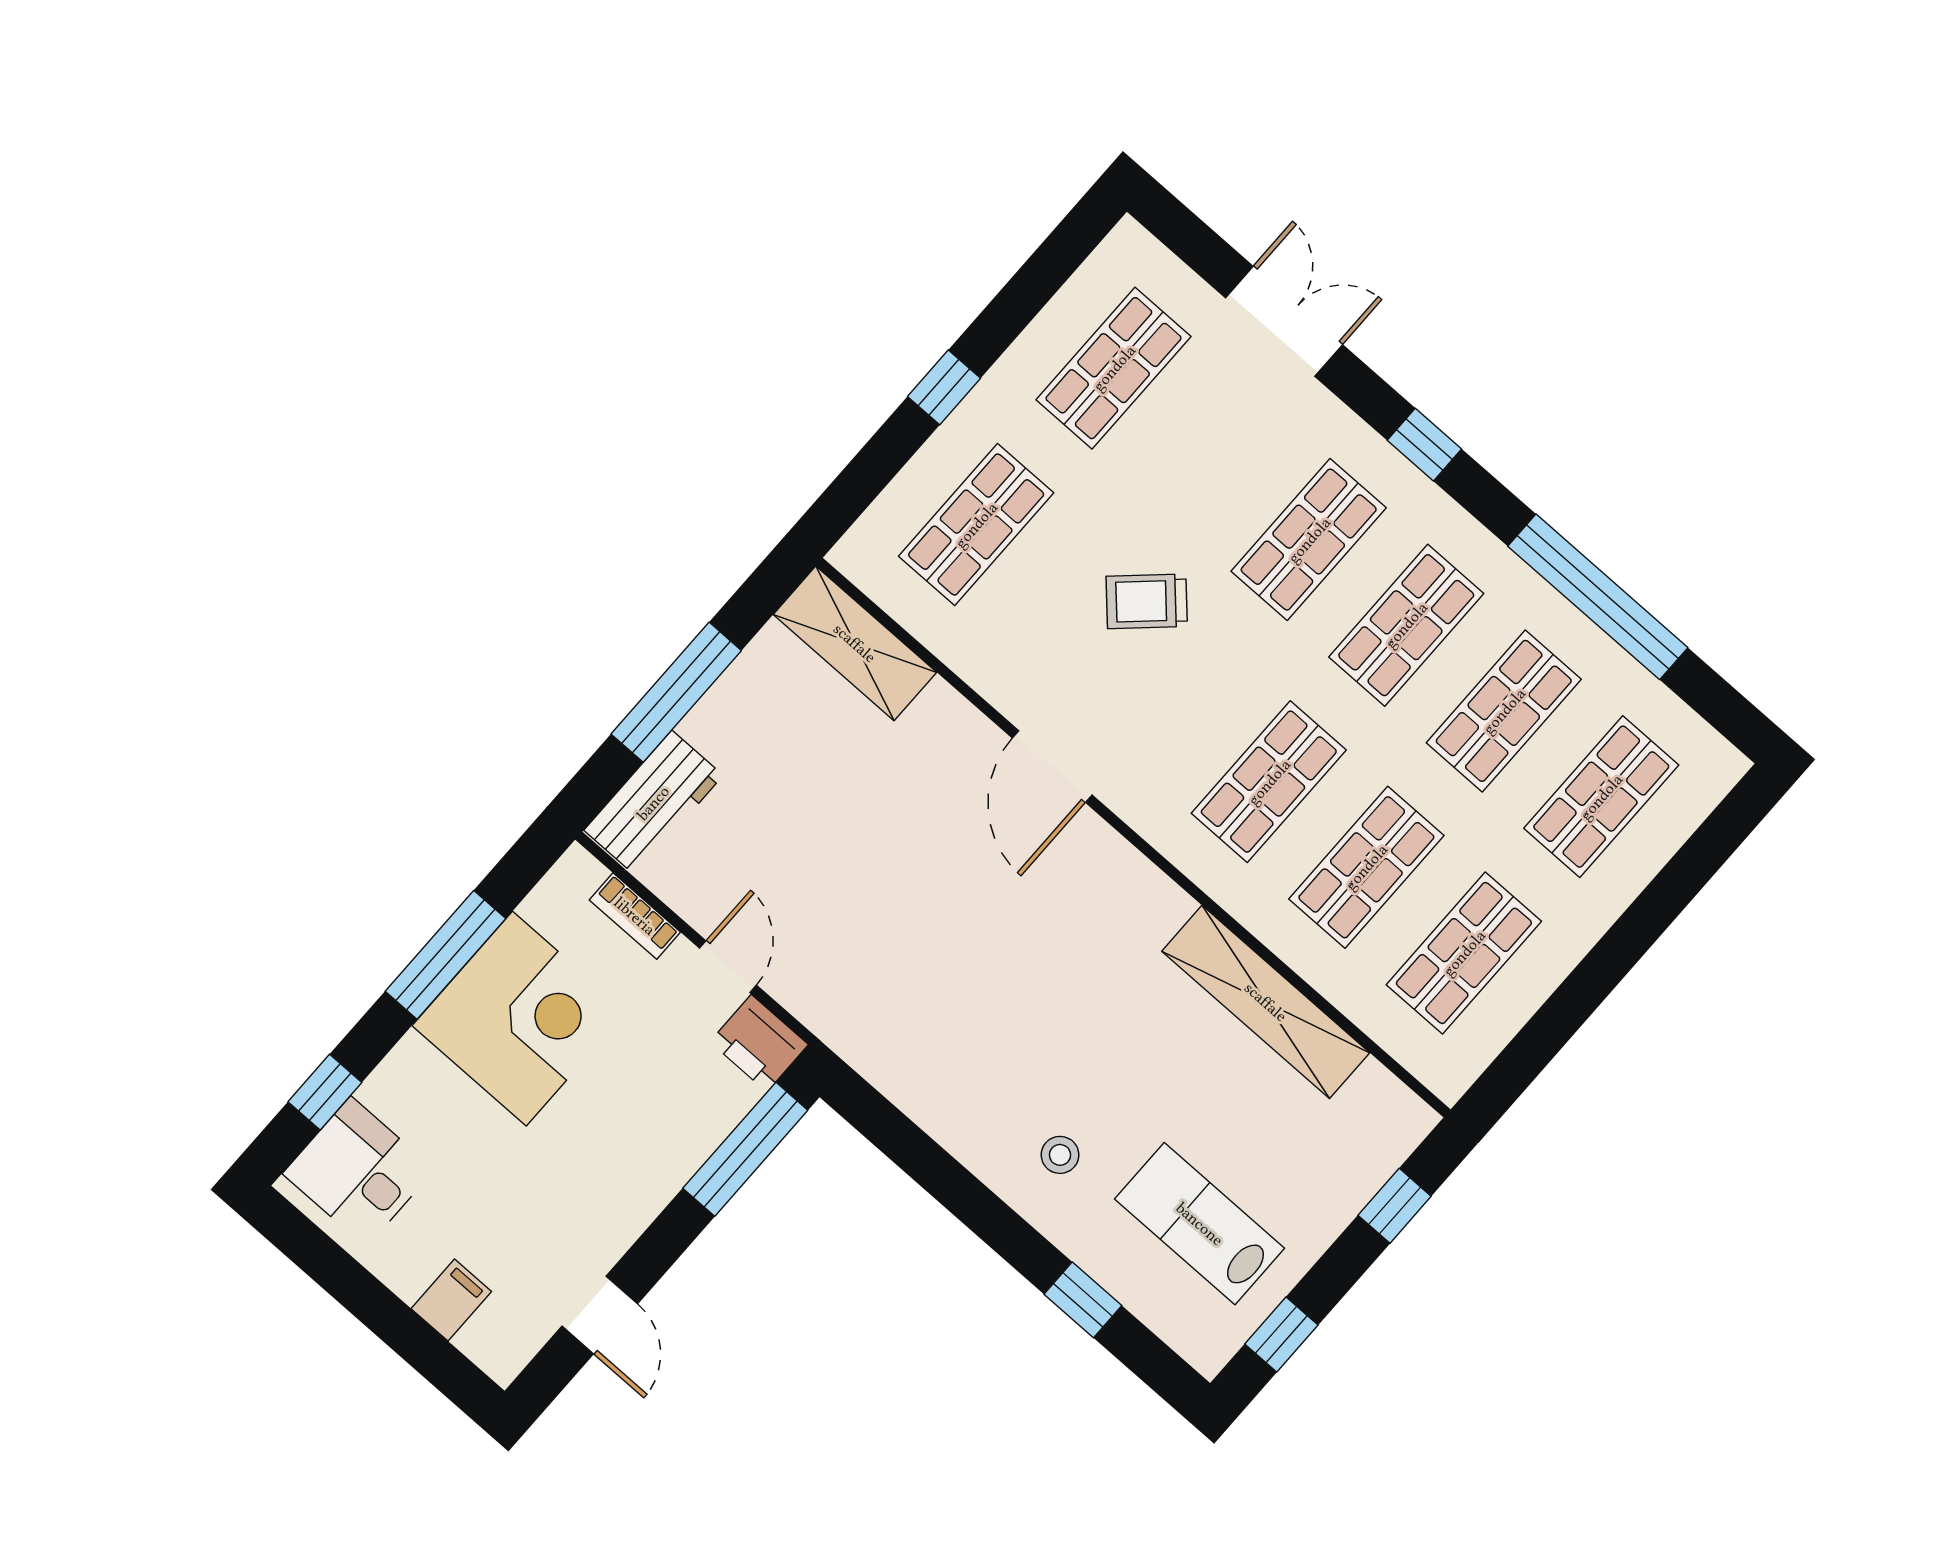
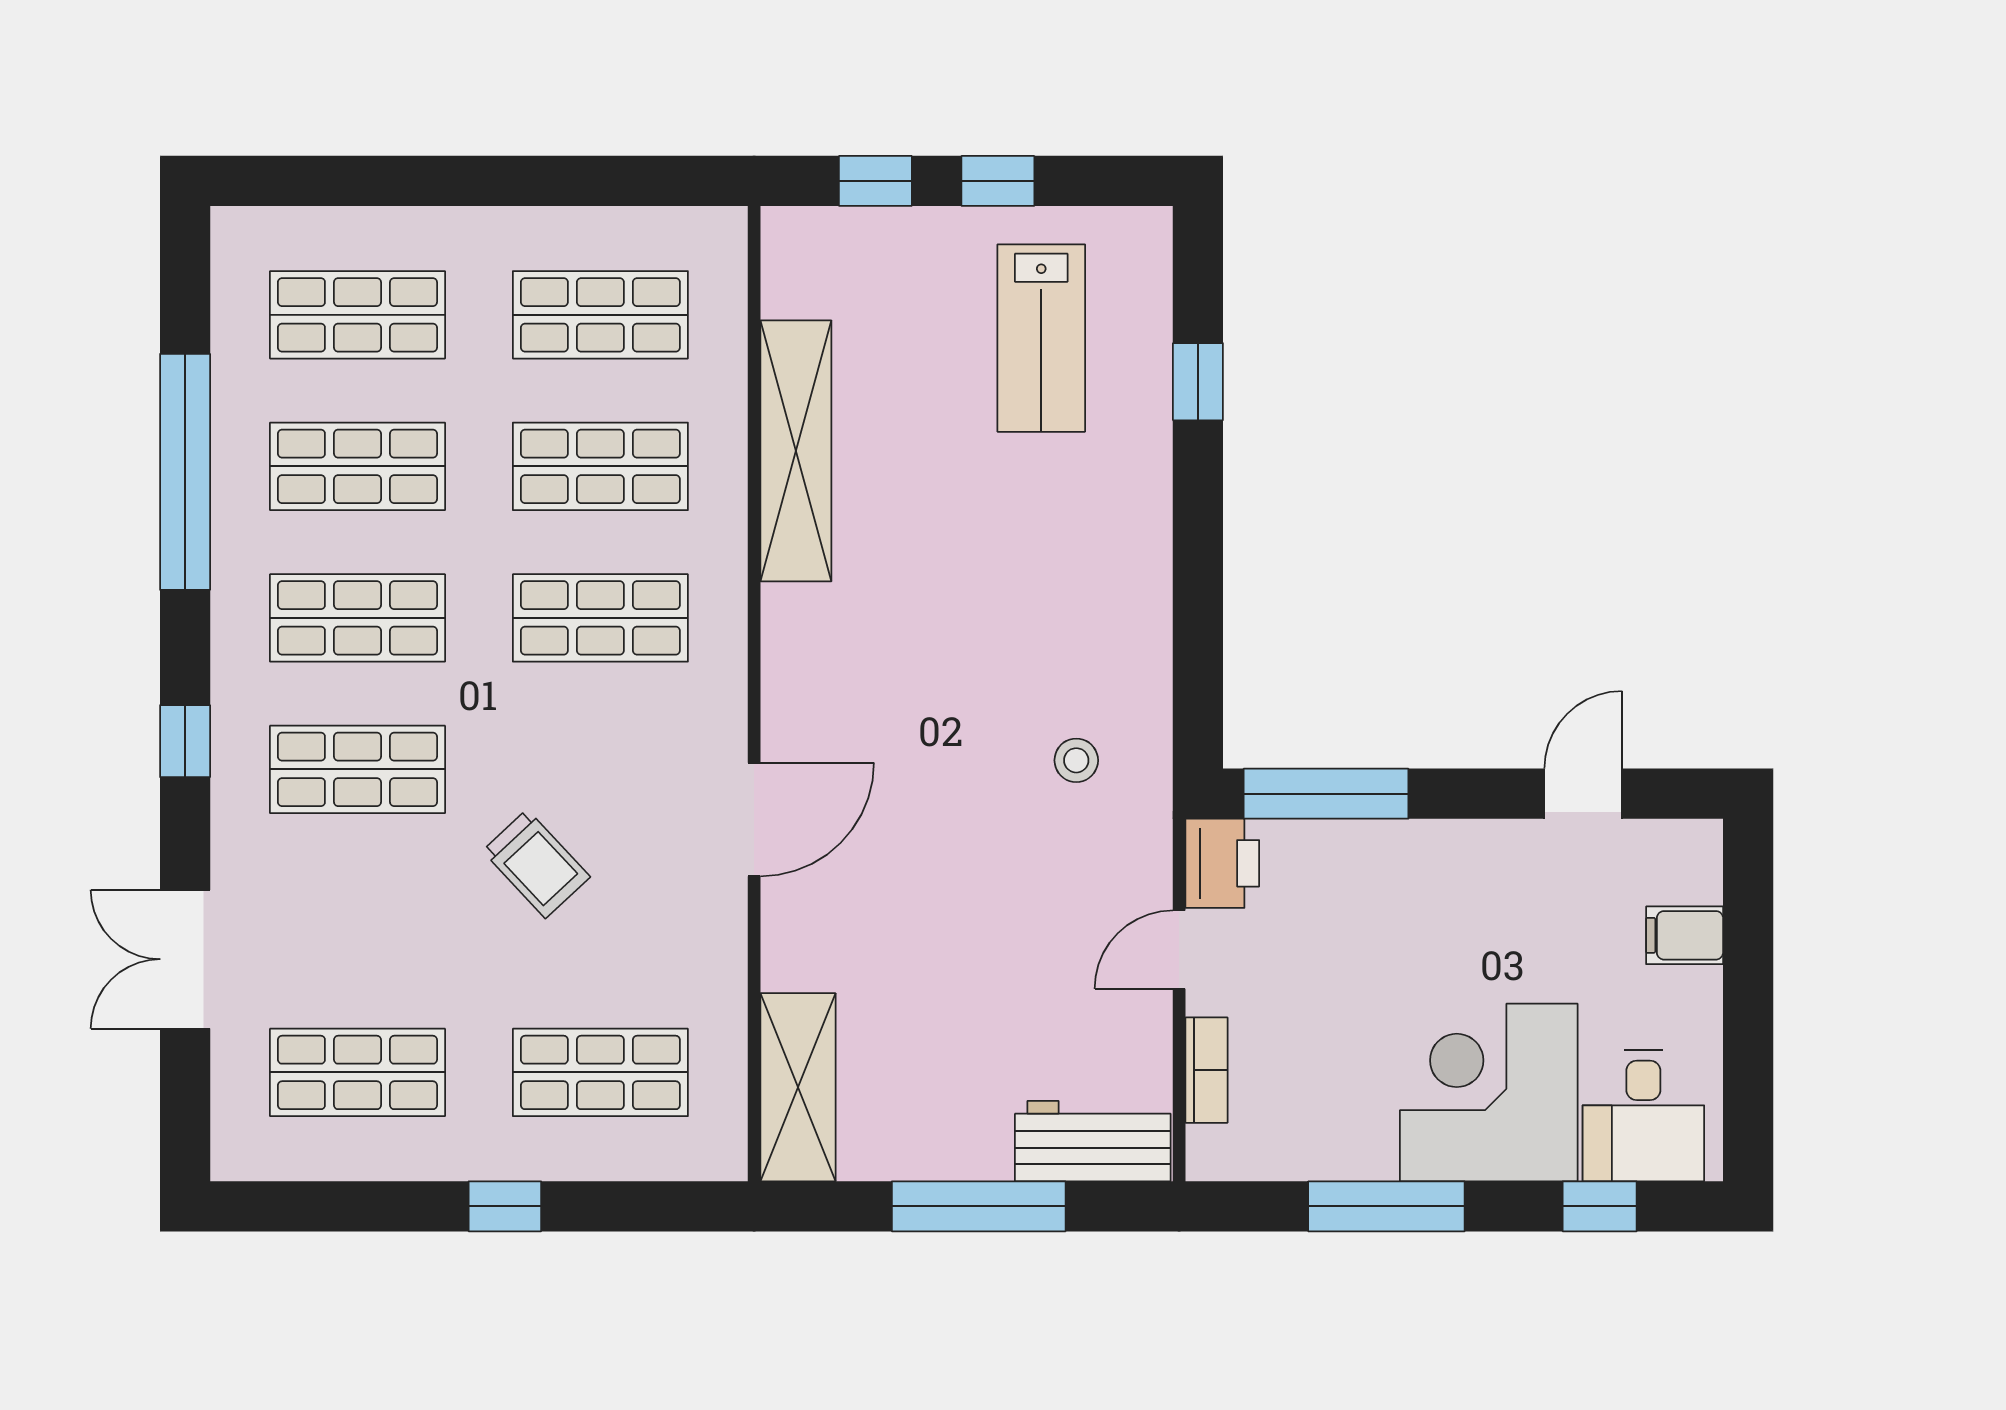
corner desk: (519, 1019) -> (1489, 1092), moved
stool: (1060, 1155) -> (1076, 760), moved
window: (1281, 1334) -> (998, 181), moved

